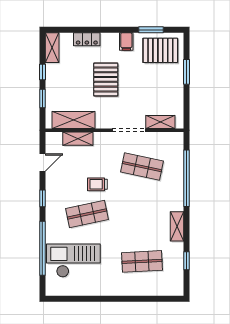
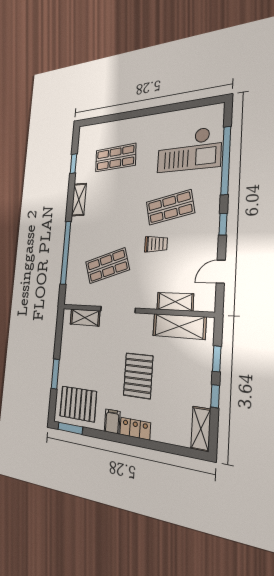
window: (151, 30) -> (70, 428), moved
locker: (87, 39) -> (135, 429), moved
shop shelf: (142, 167) -> (107, 266), turned -30

